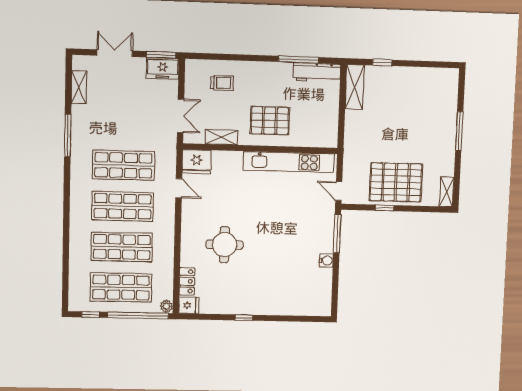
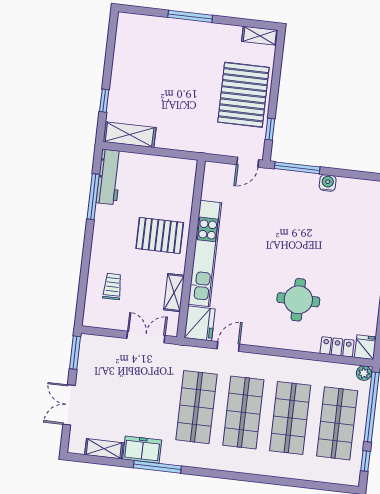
freezer: (163, 68) -> (142, 450), moved, turned -90
pallet: (270, 121) -> (160, 235), turned 90
kitchen unit: (288, 162) -> (205, 253), moved
window: (385, 208) -> (270, 129), moved

